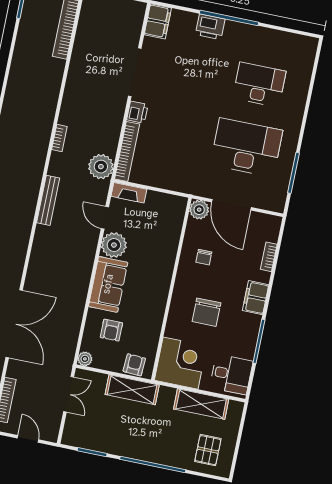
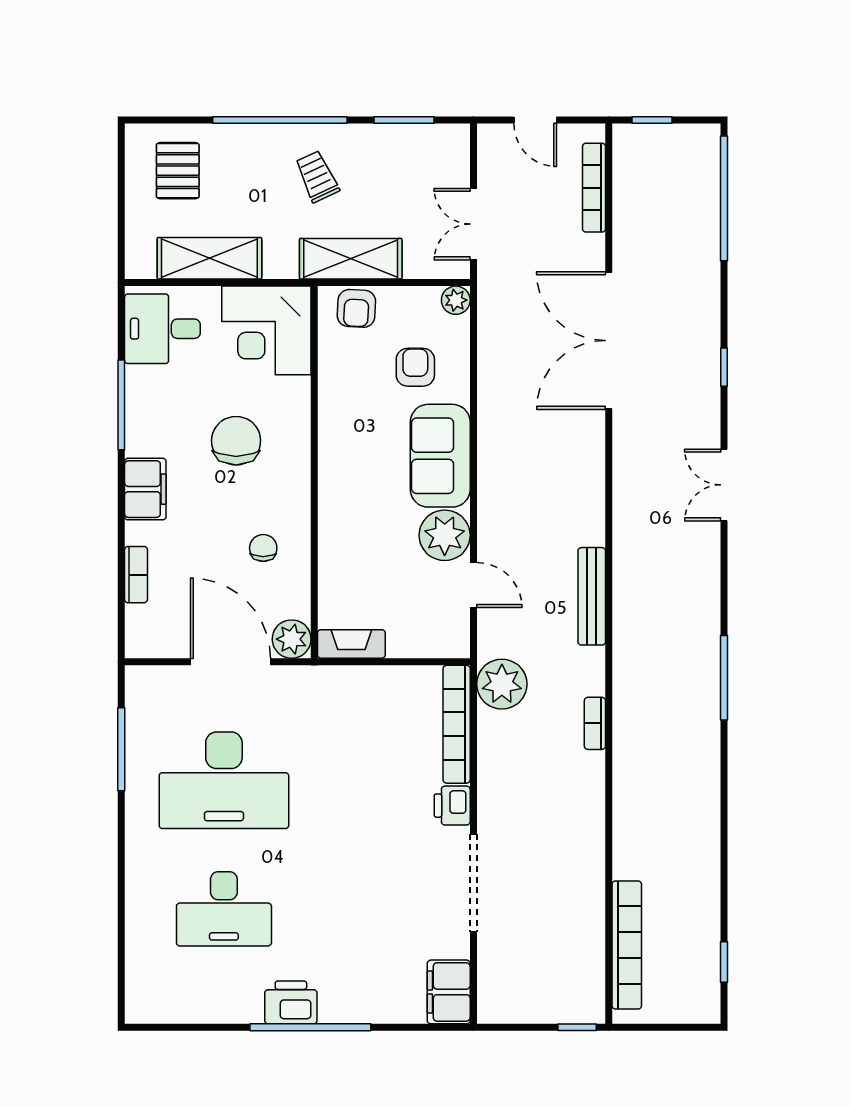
printer: (210, 27) -> (291, 1002), moved
fireplace: (129, 193) -> (351, 644), moved
trolley: (140, 433) -> (317, 177), added

